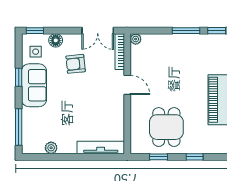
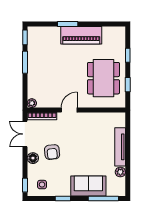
double door: (98, 31) -> (25, 134), swing flipped
floor lamp: (56, 40) -> (33, 158), moved
sofa: (34, 85) -> (88, 186), moved
dining table: (166, 127) -> (103, 78), width x1.38
tv unit: (101, 147) -> (120, 147), moved

